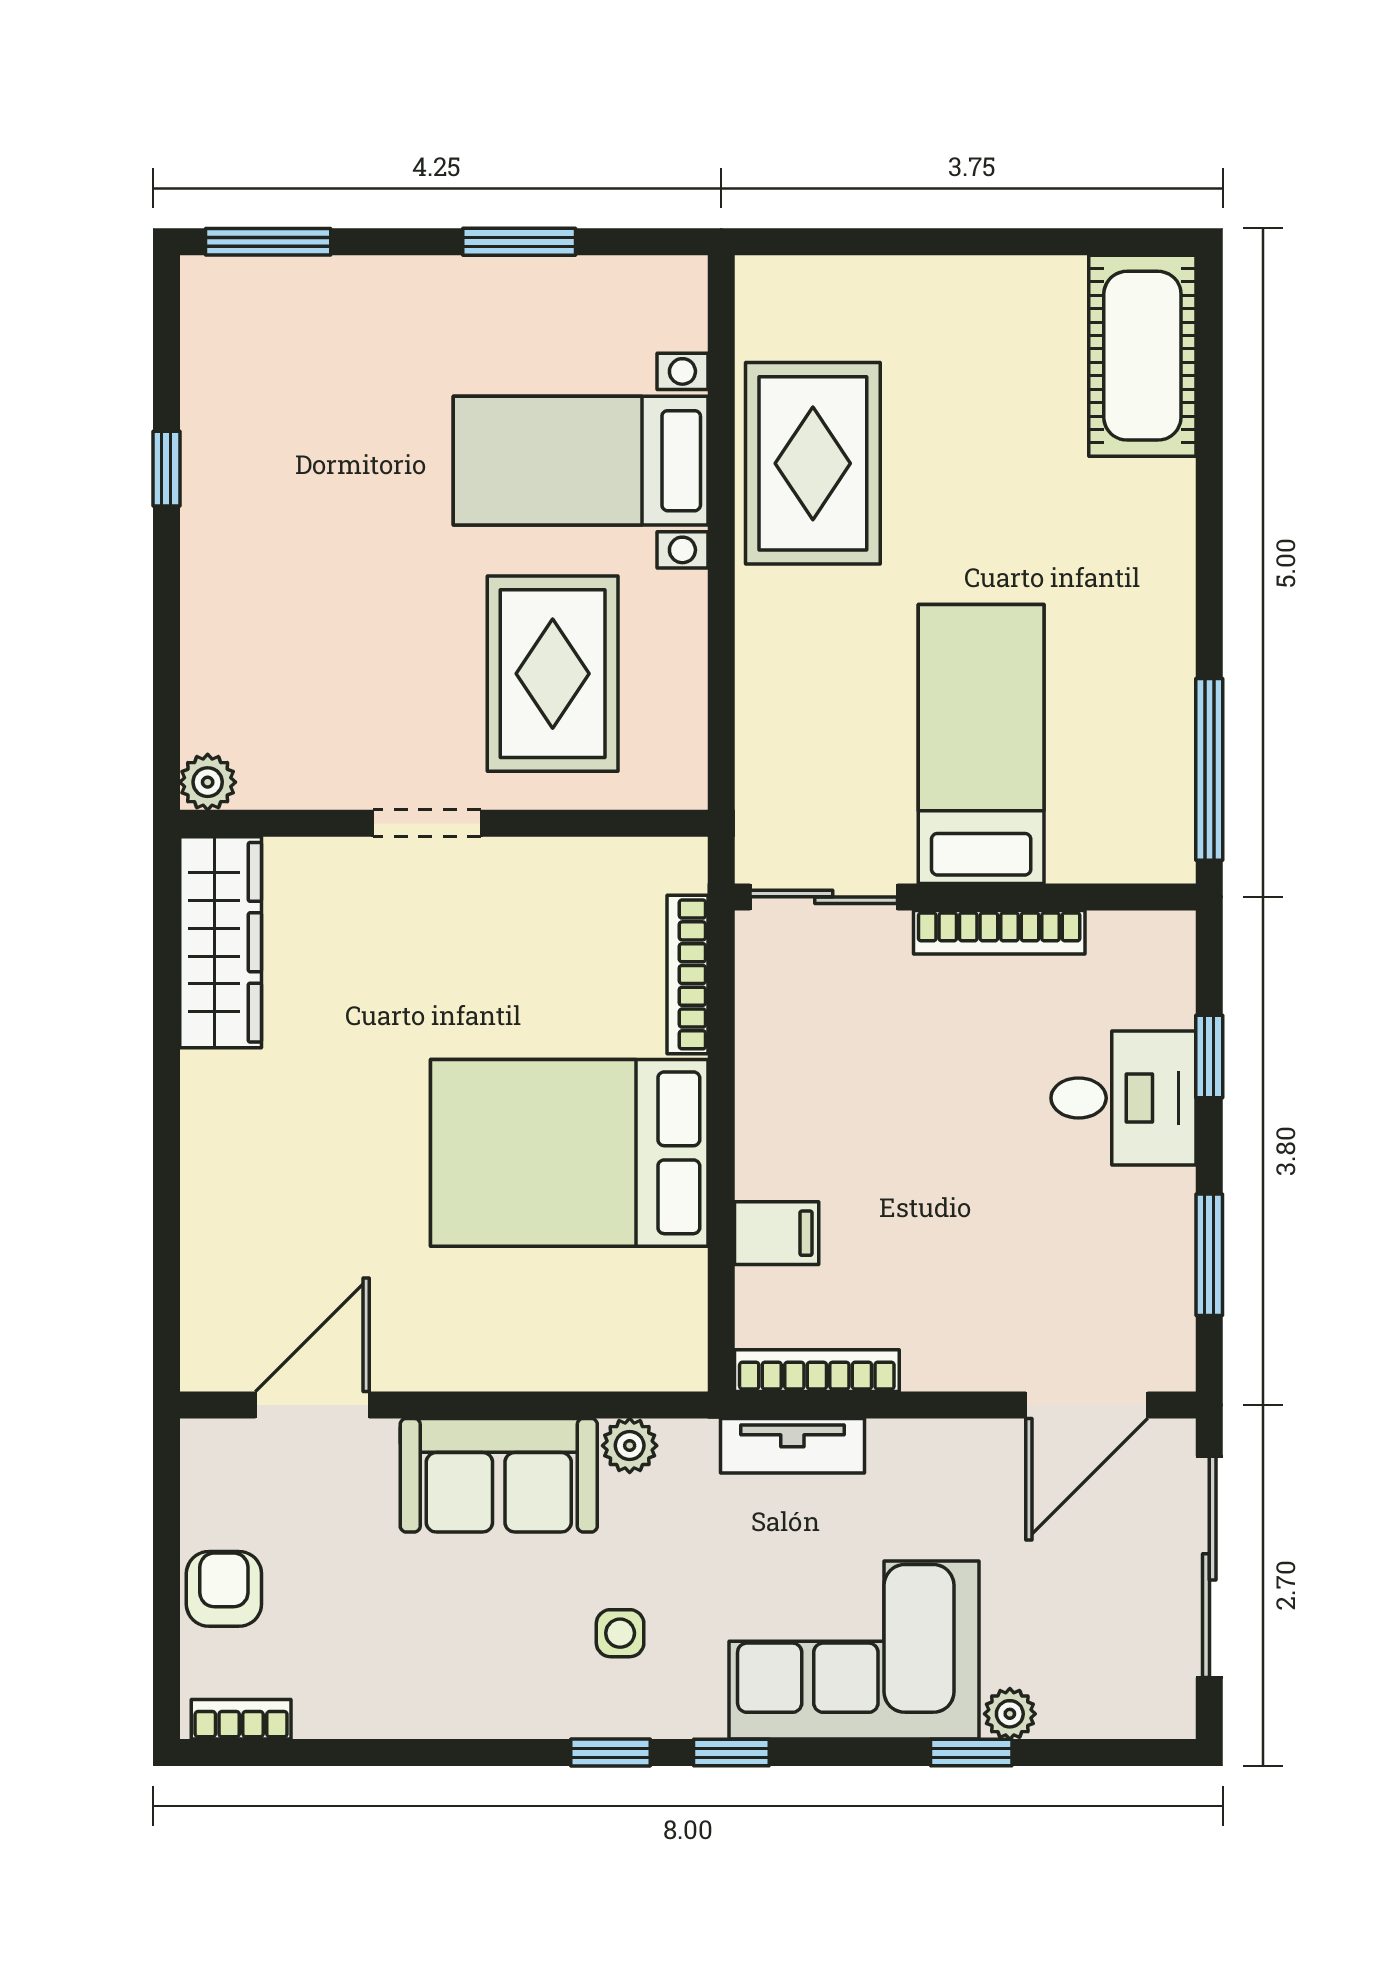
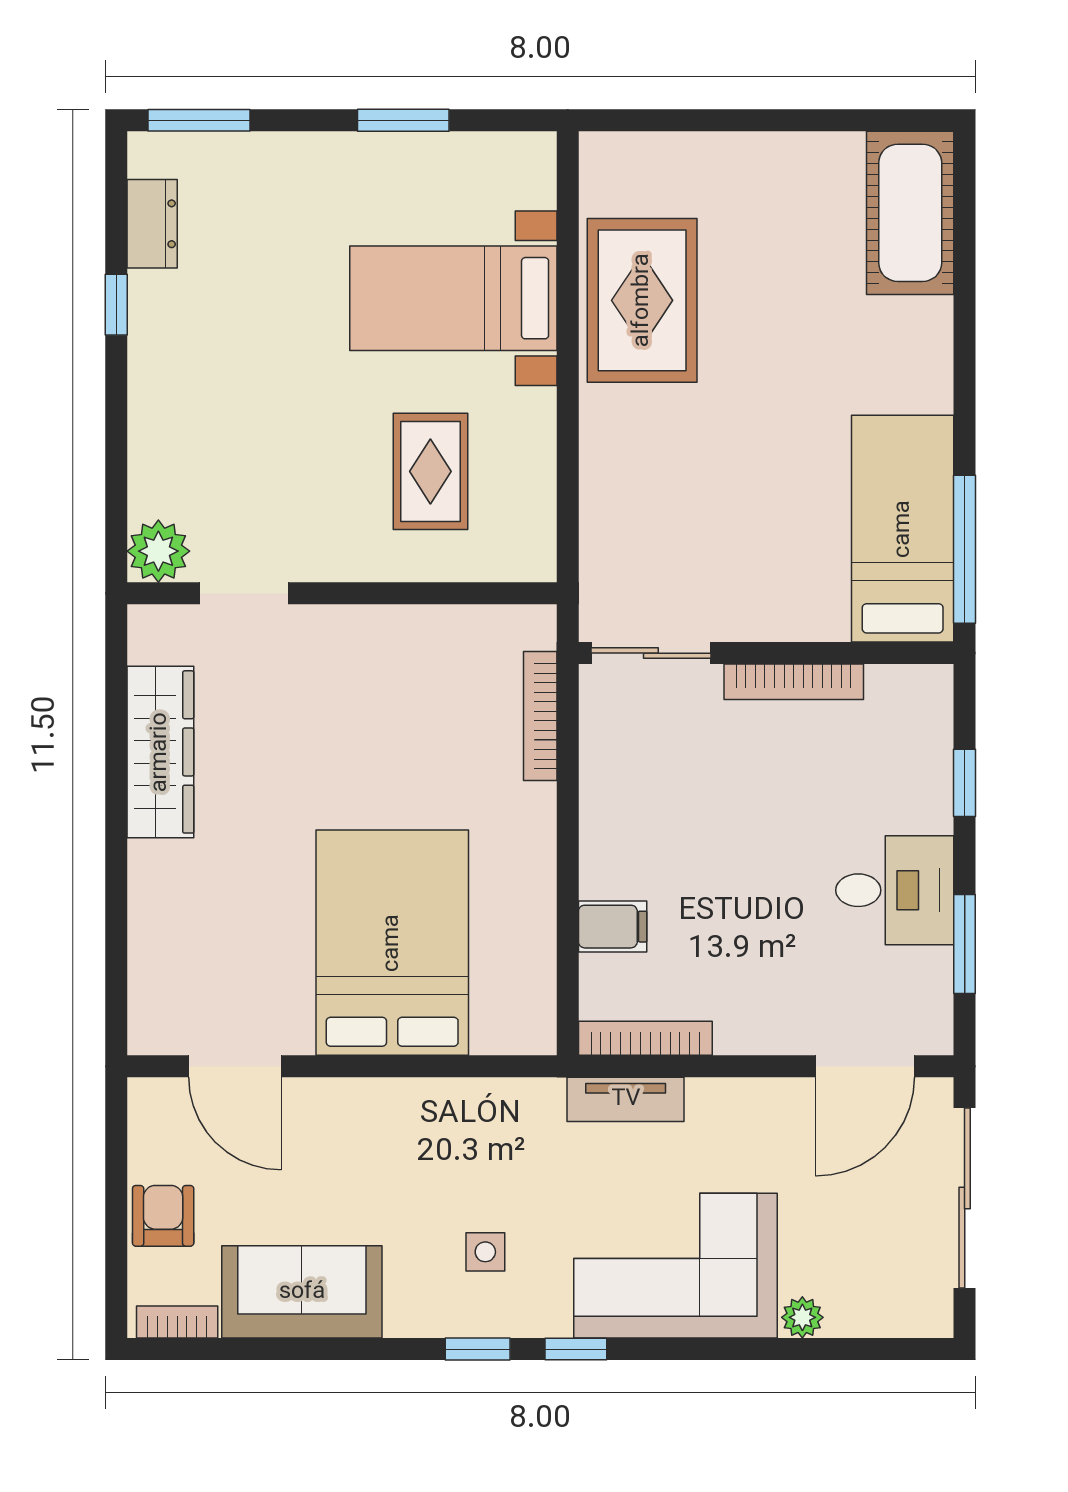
dresser: (210, 369) -> (152, 224), added
rug: (553, 674) -> (430, 471), width x0.73, depth x0.70
bed: (981, 744) -> (903, 529), moved
plant: (208, 782) -> (158, 551), width x1.38, depth x1.38
doorway: (427, 823) -> (244, 593), moved
wardrobe: (221, 942) -> (160, 752), moved
desk: (1123, 1098) -> (895, 890), moved
bed: (569, 1153) -> (392, 943), moved, turned 90
door: (312, 1405) -> (235, 1066), swing flipped
plant: (630, 1446) -> (493, 1099), removed
sofa: (499, 1475) -> (302, 1292), moved, turned 180
window: (971, 1753) -> (771, 1349), removed

